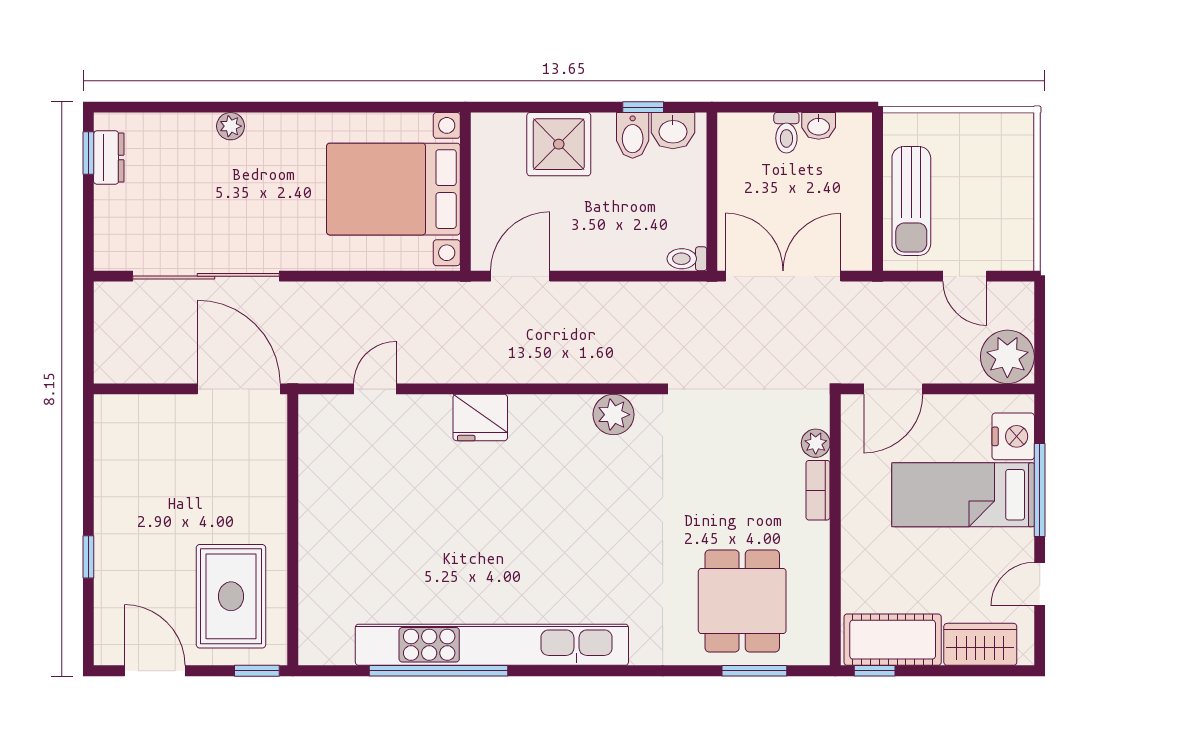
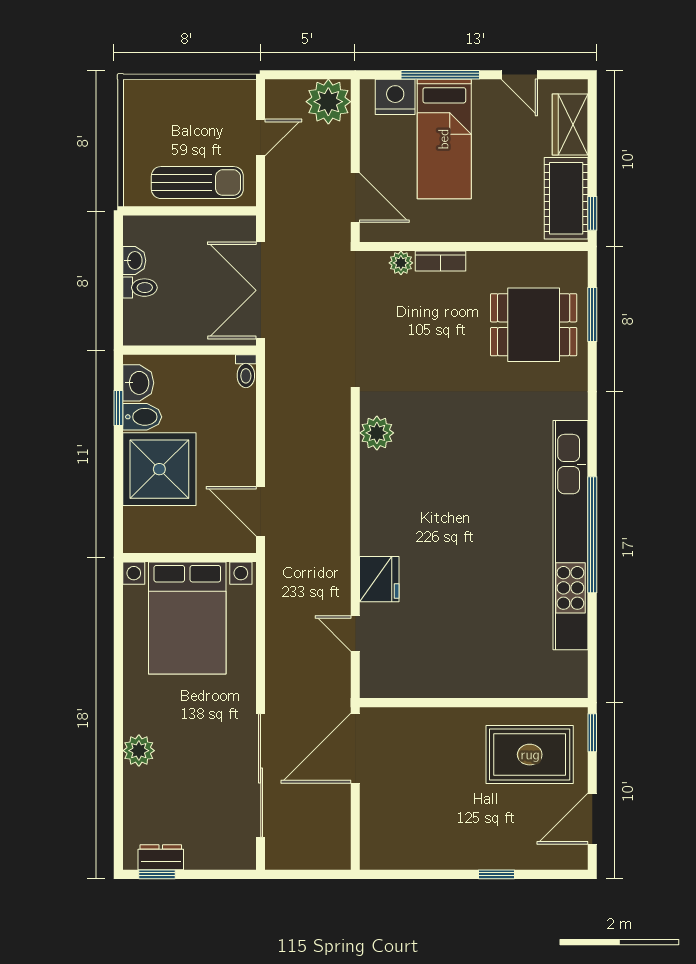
plant: (231, 126) -> (139, 751), width x1.38, depth x1.38
shower: (559, 144) -> (159, 469), width x1.37, depth x1.37
fridge: (480, 418) -> (379, 579), moved
window: (439, 671) -> (592, 535), moved

